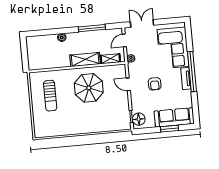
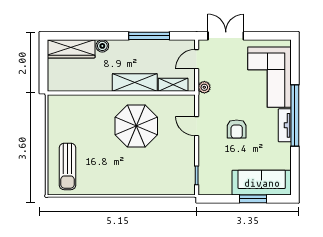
wardrobe: (41, 41) -> (71, 49), added
sun lounger: (50, 96) -> (68, 166), moved
floor lamp: (139, 119) -> (208, 180), removed

